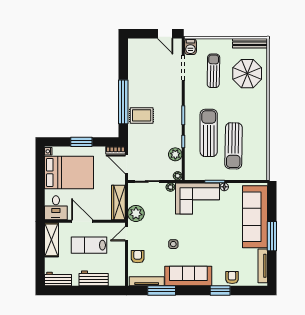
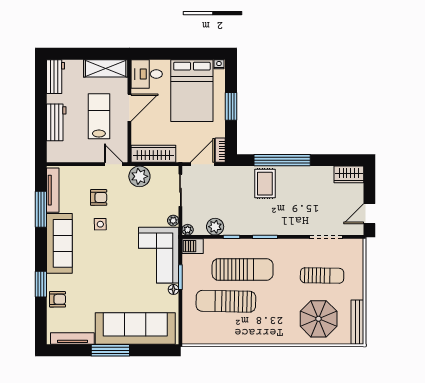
barbecue: (190, 47) -> (193, 246), moved
wardrobe: (134, 50) -> (349, 174), added
armchair: (138, 257) -> (99, 197), moved

